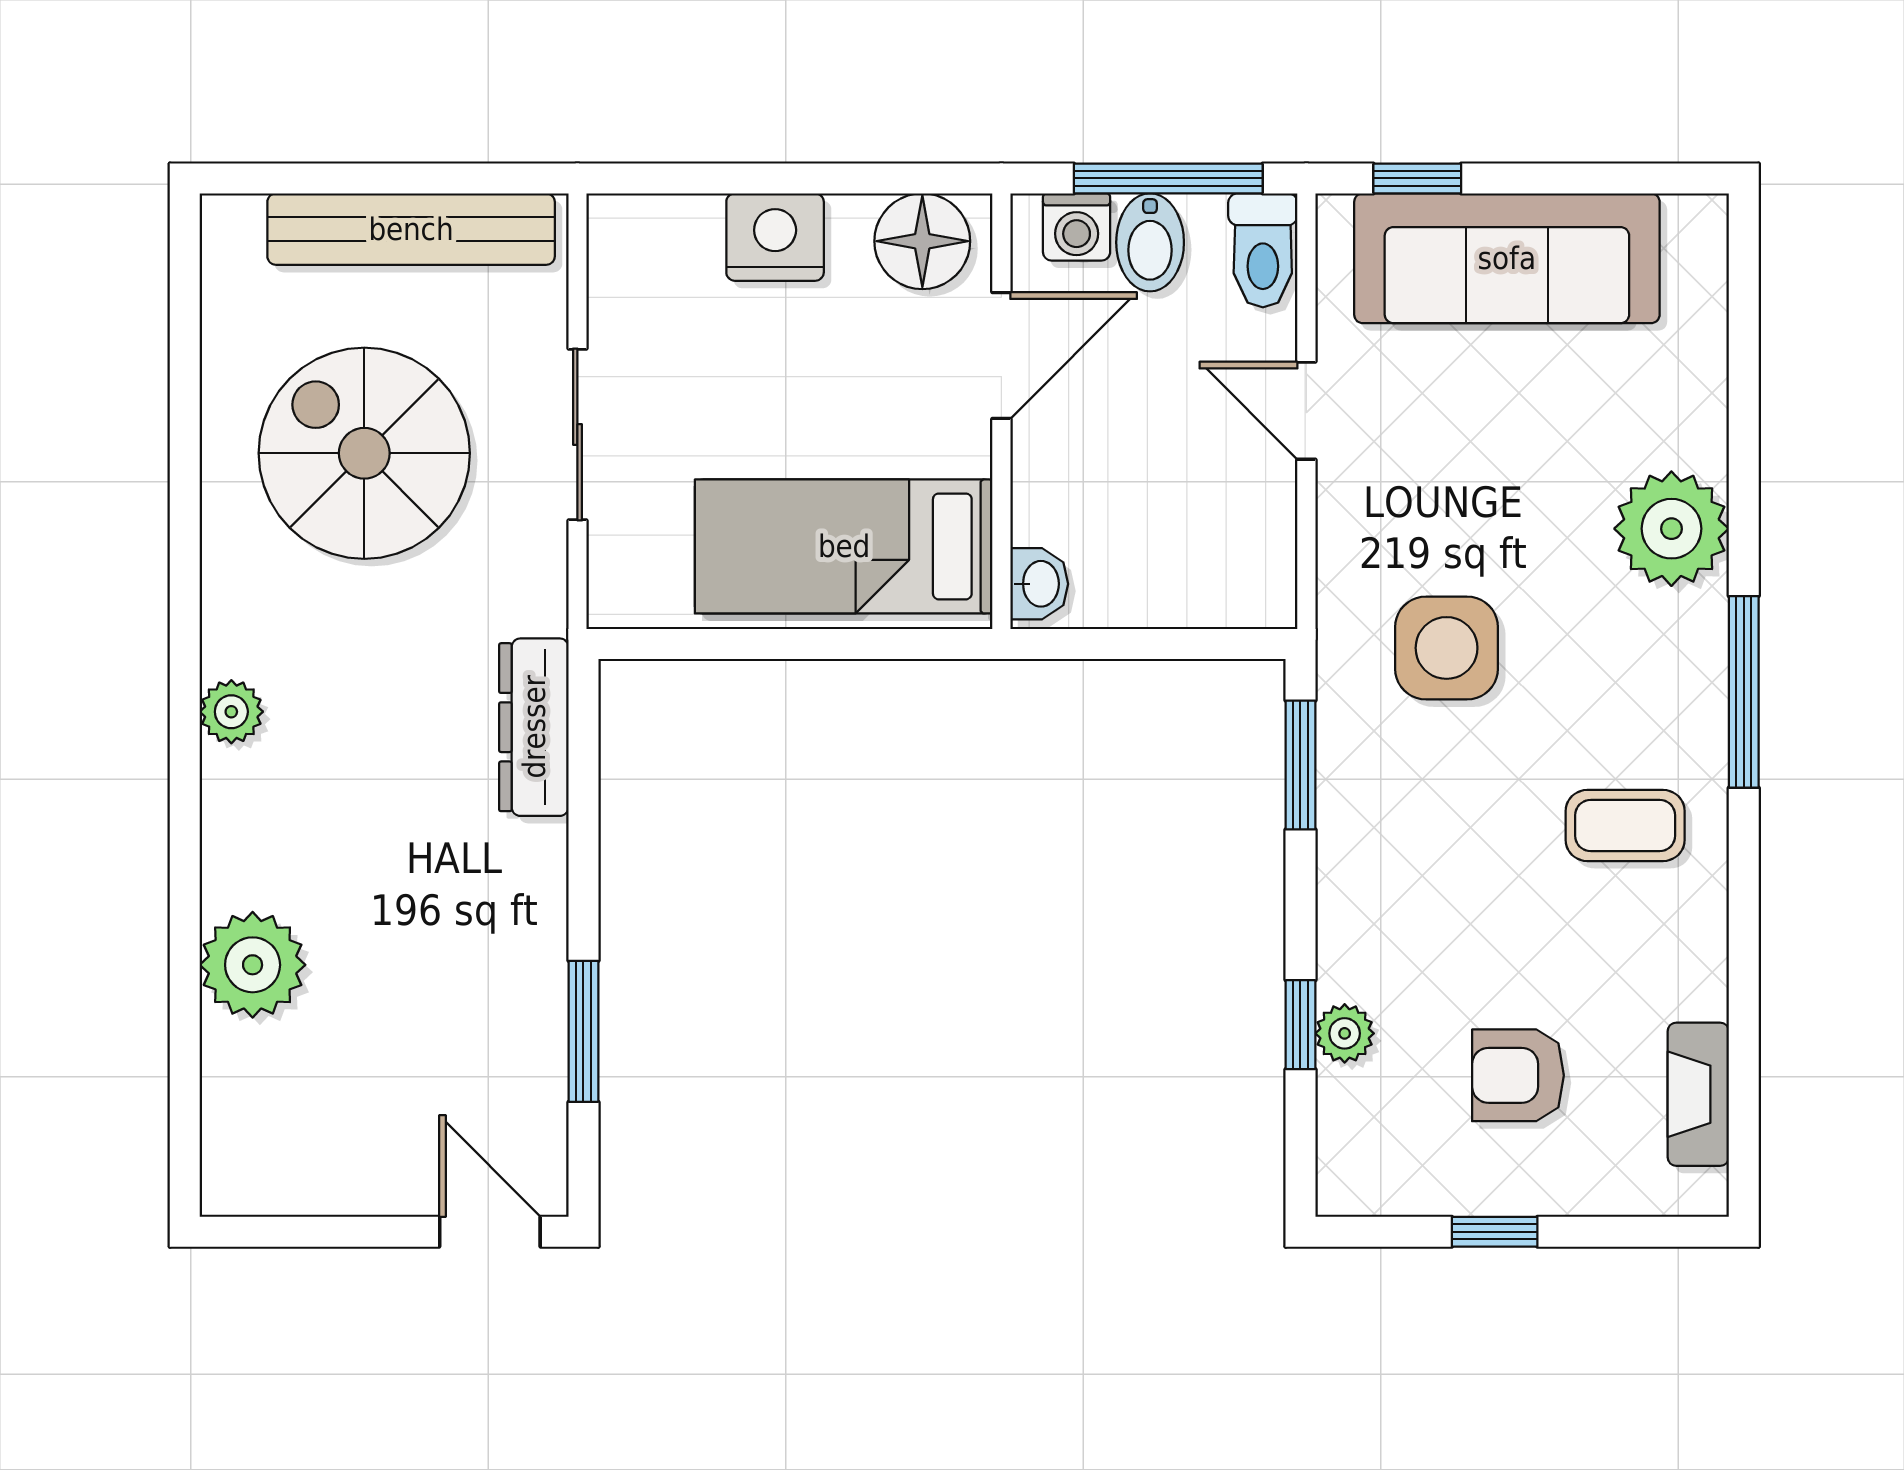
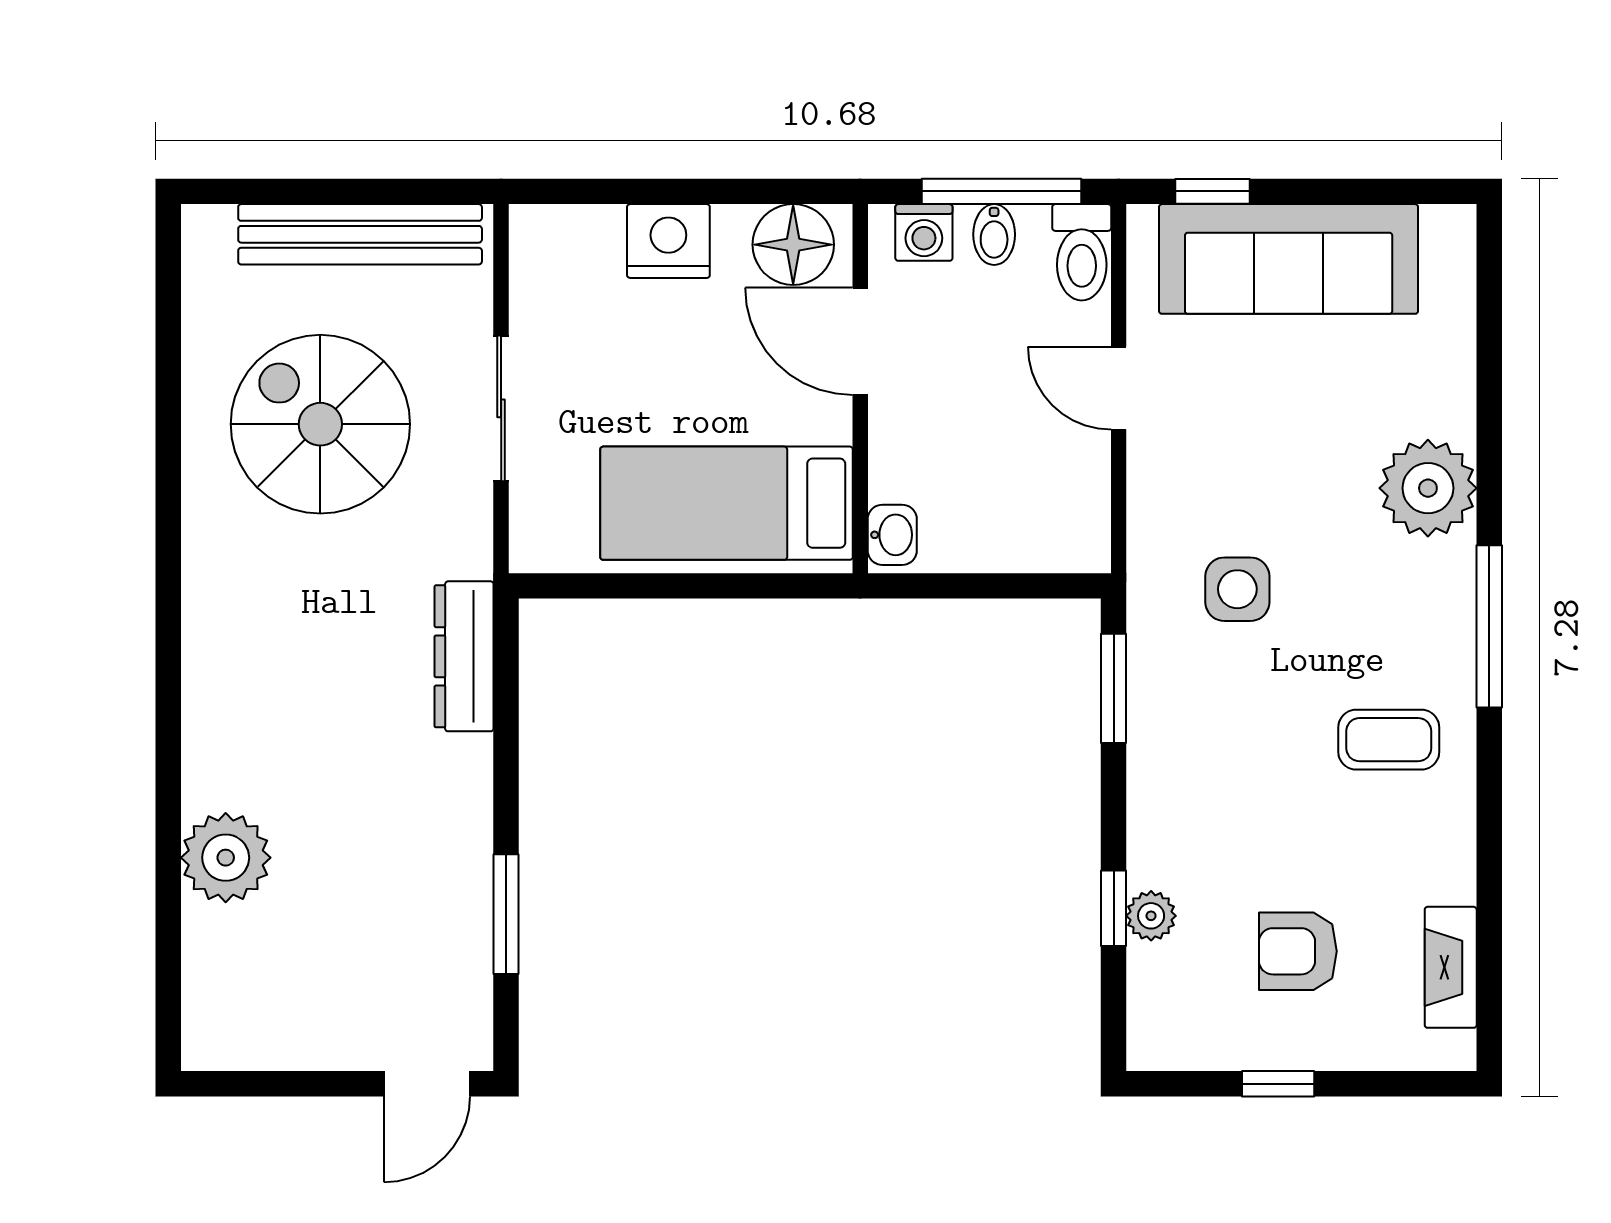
bidet: (1150, 242) -> (994, 235), width x0.72, depth x0.74
door: (1001, 355) -> (860, 341), swing flipped
side table: (1447, 648) -> (1237, 589), width x0.73, depth x0.73
plant: (231, 712) -> (208, 643), removed
door: (490, 1232) -> (427, 1084), swing flipped

